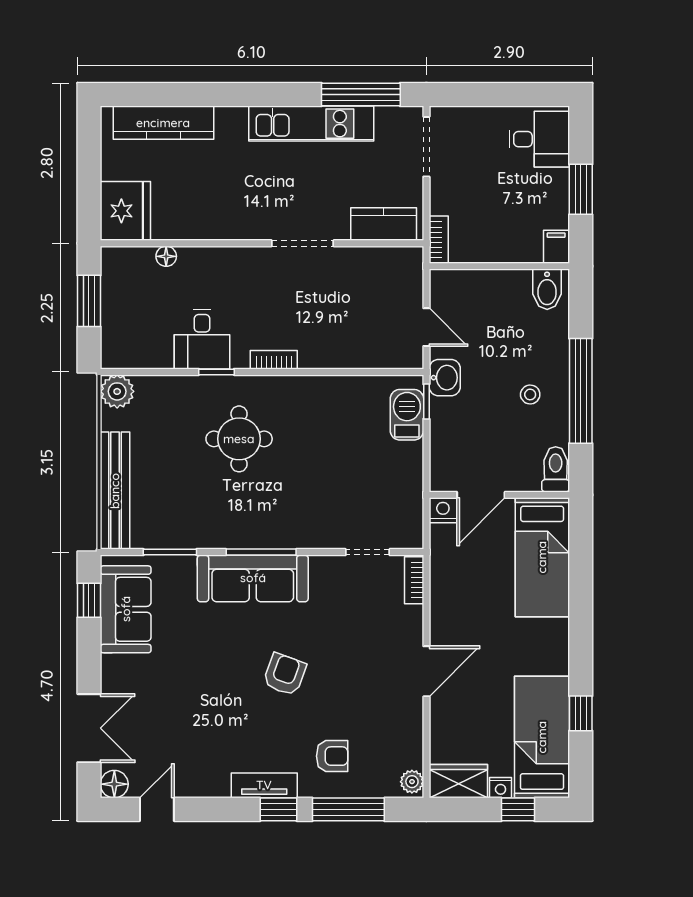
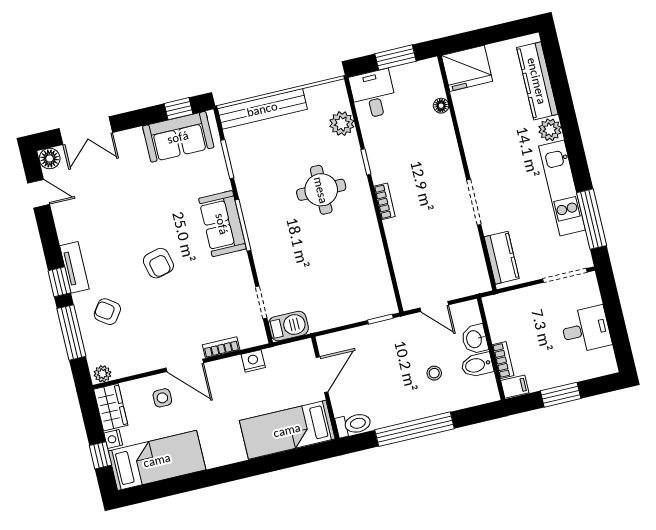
plant: (231, 121) -> (550, 130), added
desk: (539, 139) -> (586, 330), moved, turned -90
bookcase: (439, 240) -> (503, 360), moved, turned -90
bidet: (547, 289) -> (477, 365), moved
door: (426, 327) -> (434, 306), hinge flipped
desk: (202, 339) -> (373, 94), moved, turned 90
washbasin: (445, 378) -> (475, 339), moved, turned 90
plant: (117, 391) -> (342, 124), moved
stool: (530, 394) -> (434, 373), moved
barbecue: (407, 415) -> (288, 326), moved
door: (481, 495) -> (322, 375), swing flipped
nightstand: (443, 510) -> (253, 361), moved, turned -90
sofa: (253, 578) -> (222, 224), width x0.73
bookcase: (414, 580) -> (221, 347), moved
armchair: (285, 674) -> (158, 263), turned 56
side table: (462, 711) -> (162, 398), added
window: (581, 713) -> (181, 484), removed
armchair: (332, 756) -> (107, 312), turned 125

